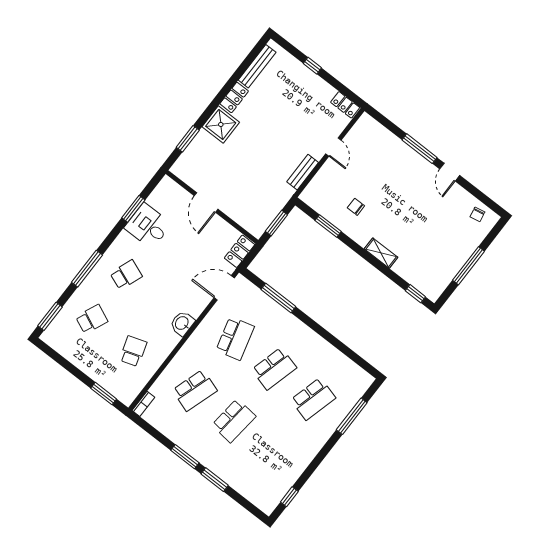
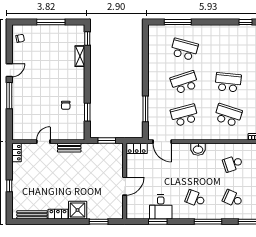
shelving: (381, 253) -> (80, 56), moved
school desk: (274, 369) -> (184, 82), turned -33

